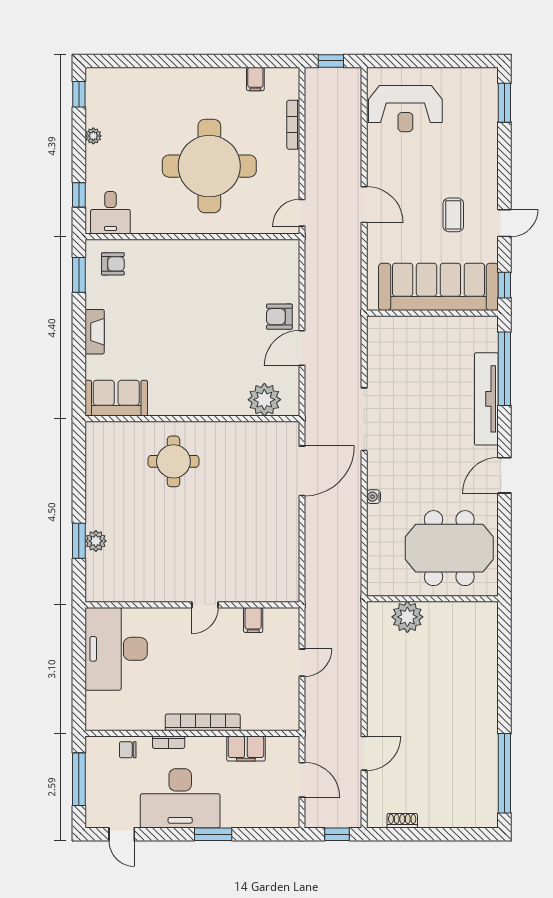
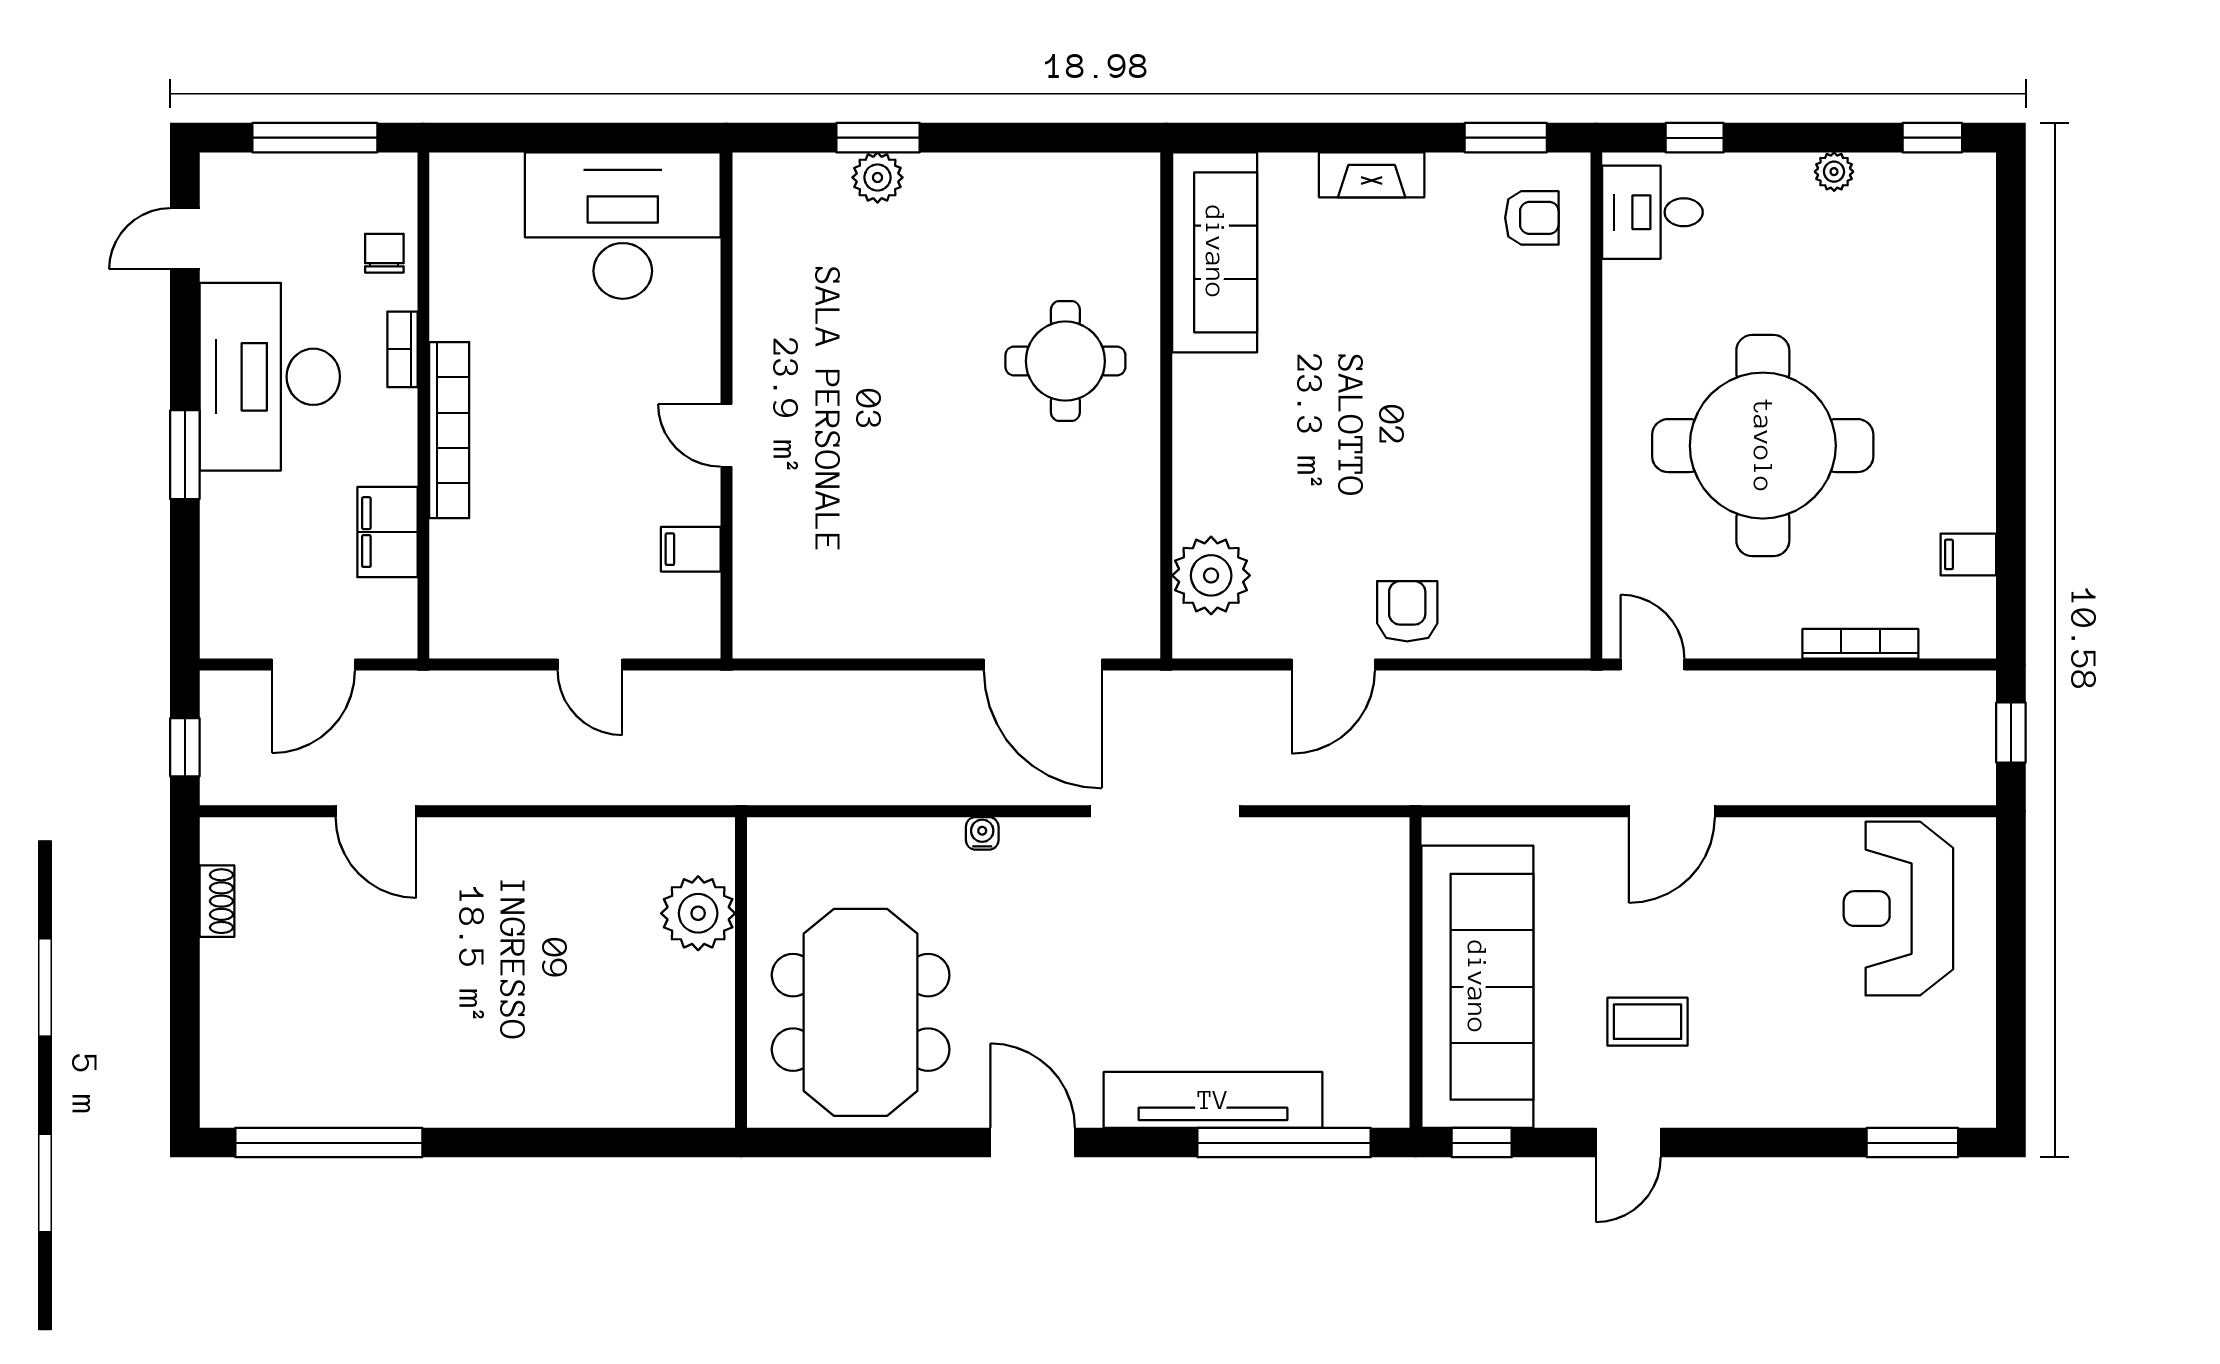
door: (504, 223) -> (1628, 1143), hinge flipped
armchair: (113, 264) -> (1532, 218), turned -90
door: (302, 348) -> (1333, 665), swing flipped
sofa: (116, 398) -> (1215, 252), width x1.36

